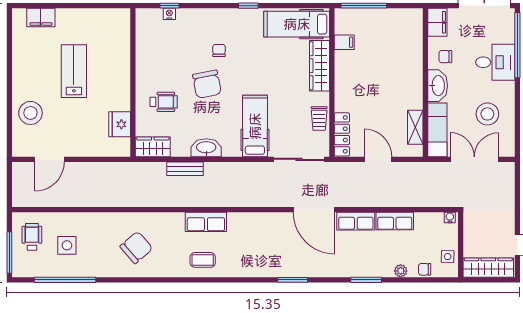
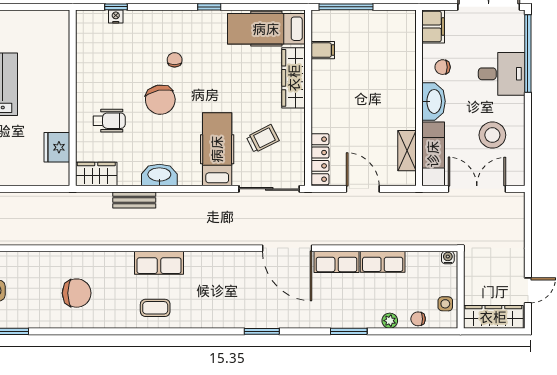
trolley: (319, 118) -> (263, 139), moved, turned -117
chair: (136, 247) -> (77, 293), turned 41

